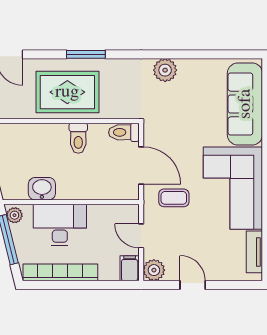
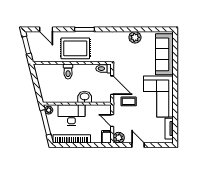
plant: (165, 70) -> (135, 37), moved
toilet: (78, 138) -> (68, 72), moved
washbasin: (42, 189) -> (85, 97), moved

